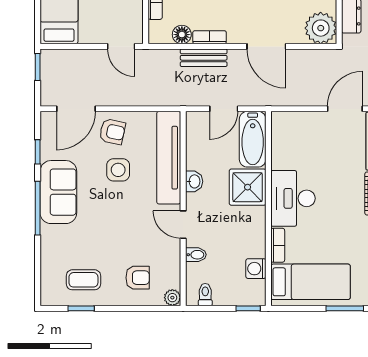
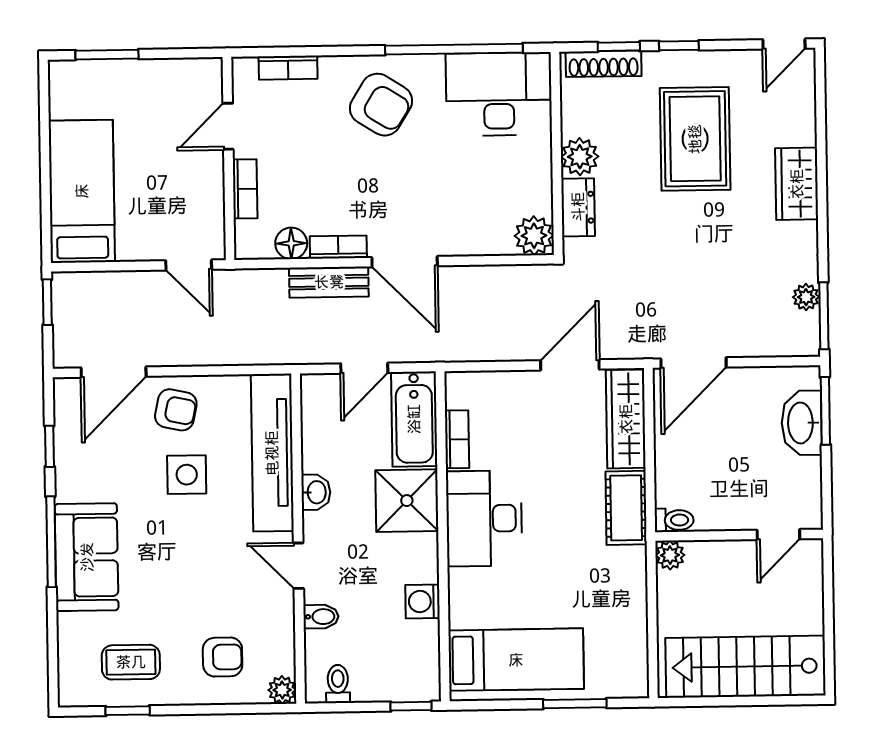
plant: (321, 28) -> (534, 236), width x0.73, depth x0.73
door: (266, 46) -> (405, 262), moved
sofa: (58, 192) -> (87, 557), moved
bookcase: (278, 245) -> (457, 439), moved
washing machine: (256, 269) -> (423, 601), moved

